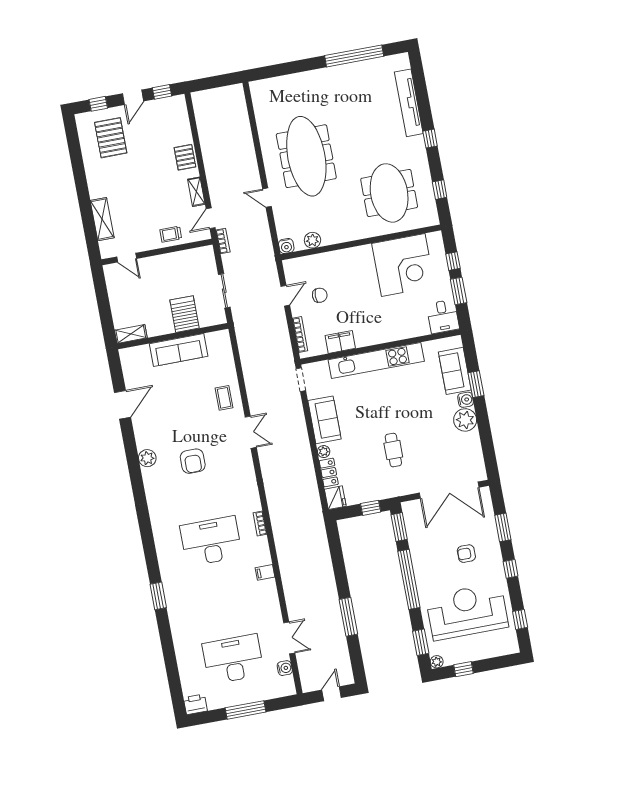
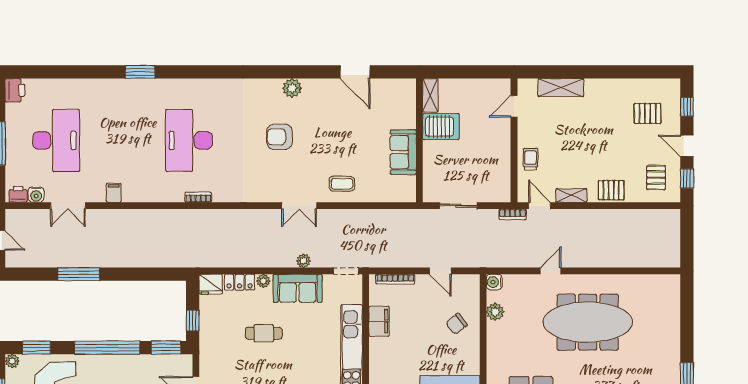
pallet: (166, 119) -> (656, 178), added
pallet: (111, 138) -> (648, 113), width x0.67, depth x0.71
chair: (320, 295) -> (456, 324), moved, turned 51
server rack: (184, 314) -> (441, 127), moved
sofa: (179, 350) -> (403, 152), width x0.73
plant: (299, 419) -> (303, 261), added
cafe table: (393, 450) -> (264, 333), moved
desk: (211, 541) -> (189, 140), turned 180
filing cabinet: (265, 572) -> (114, 193), moved
printer: (287, 684) -> (18, 194), added

